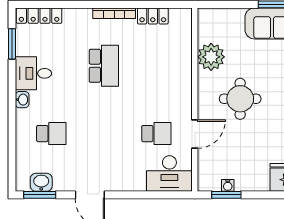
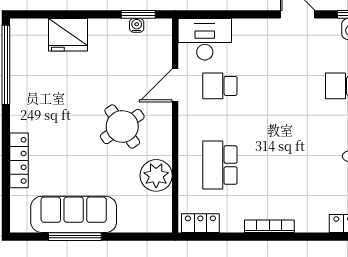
locker: (153, 16) -> (200, 223), moved
school desk: (104, 66) -> (220, 165), moved
round table: (240, 99) -> (122, 126), turned -35

